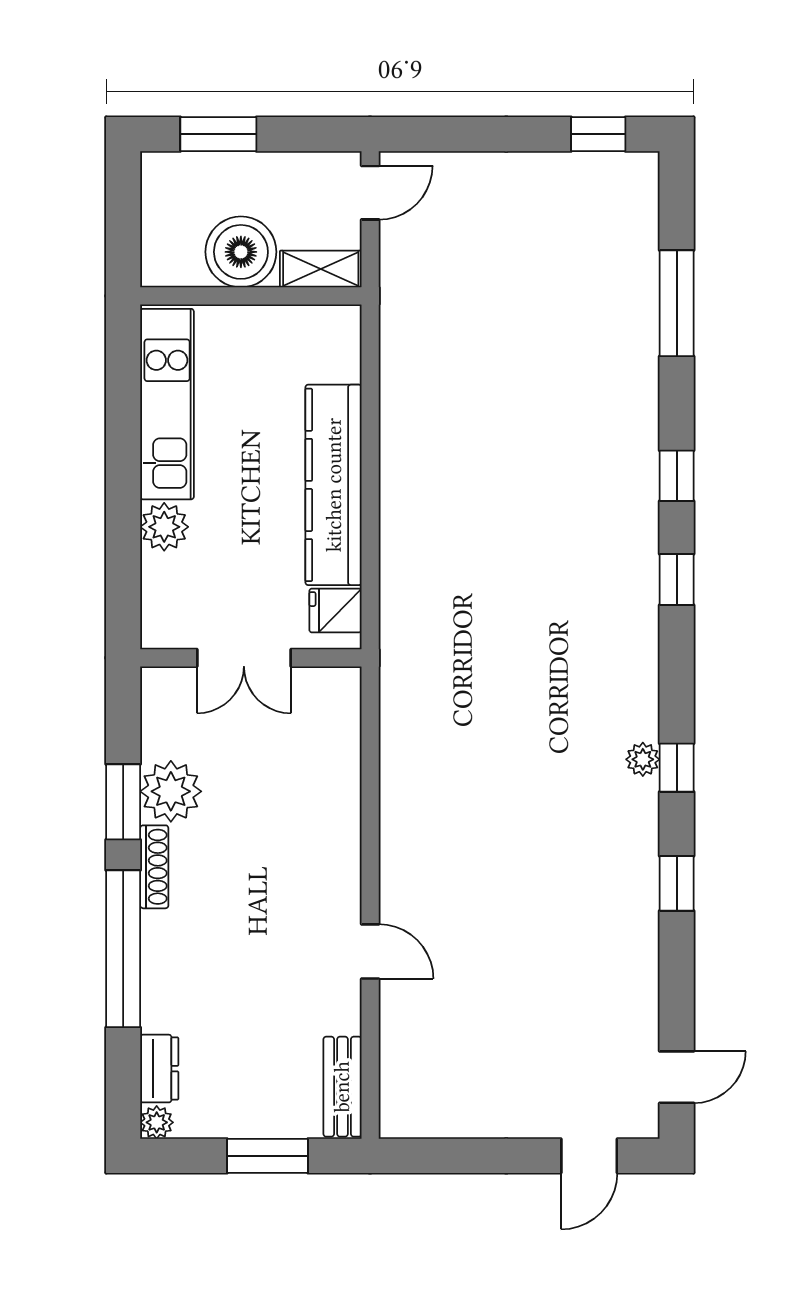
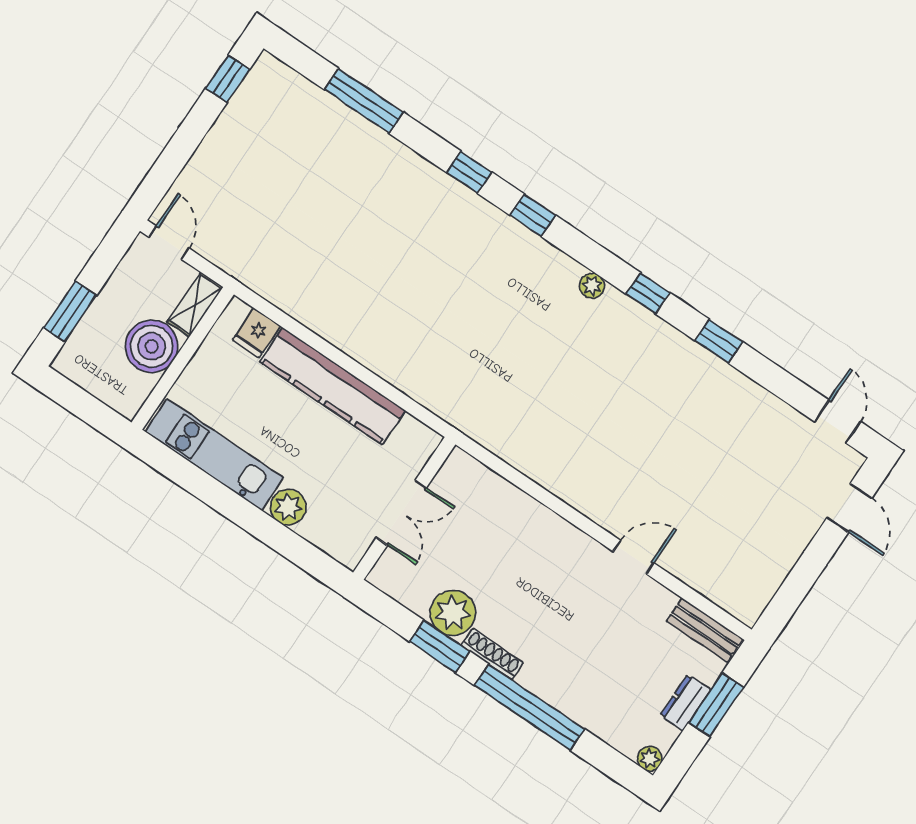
fridge: (335, 610) -> (257, 333), moved
plant: (643, 759) -> (592, 286), moved
dresser: (159, 1069) -> (685, 703), moved, turned -90

